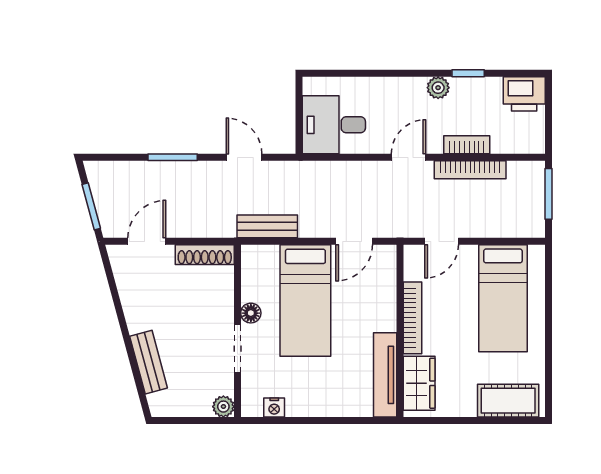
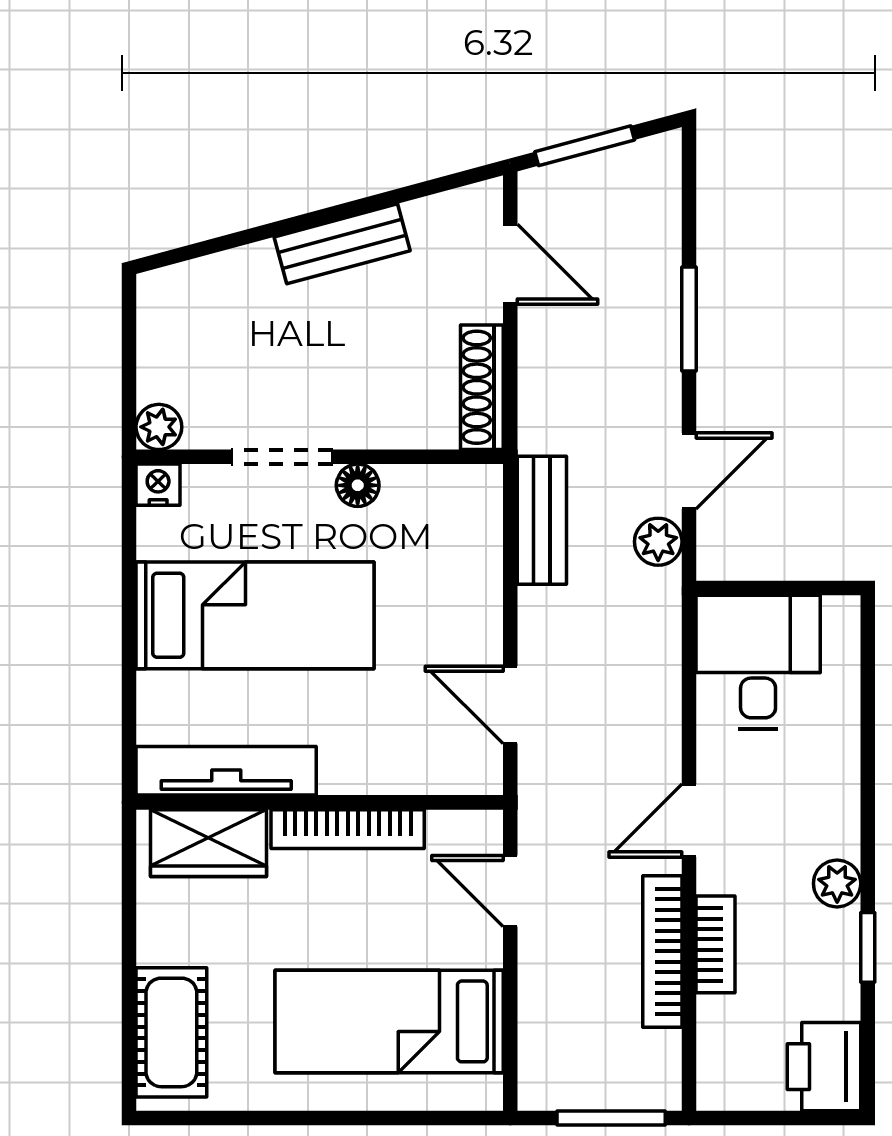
door: (409, 157) -> (689, 821), swing flipped
plant: (277, 172) -> (658, 542), added
bed: (305, 301) -> (255, 615), moved, turned 180
bench: (149, 362) -> (342, 244), moved
nightstand: (274, 408) -> (158, 485), moved, turned 90

